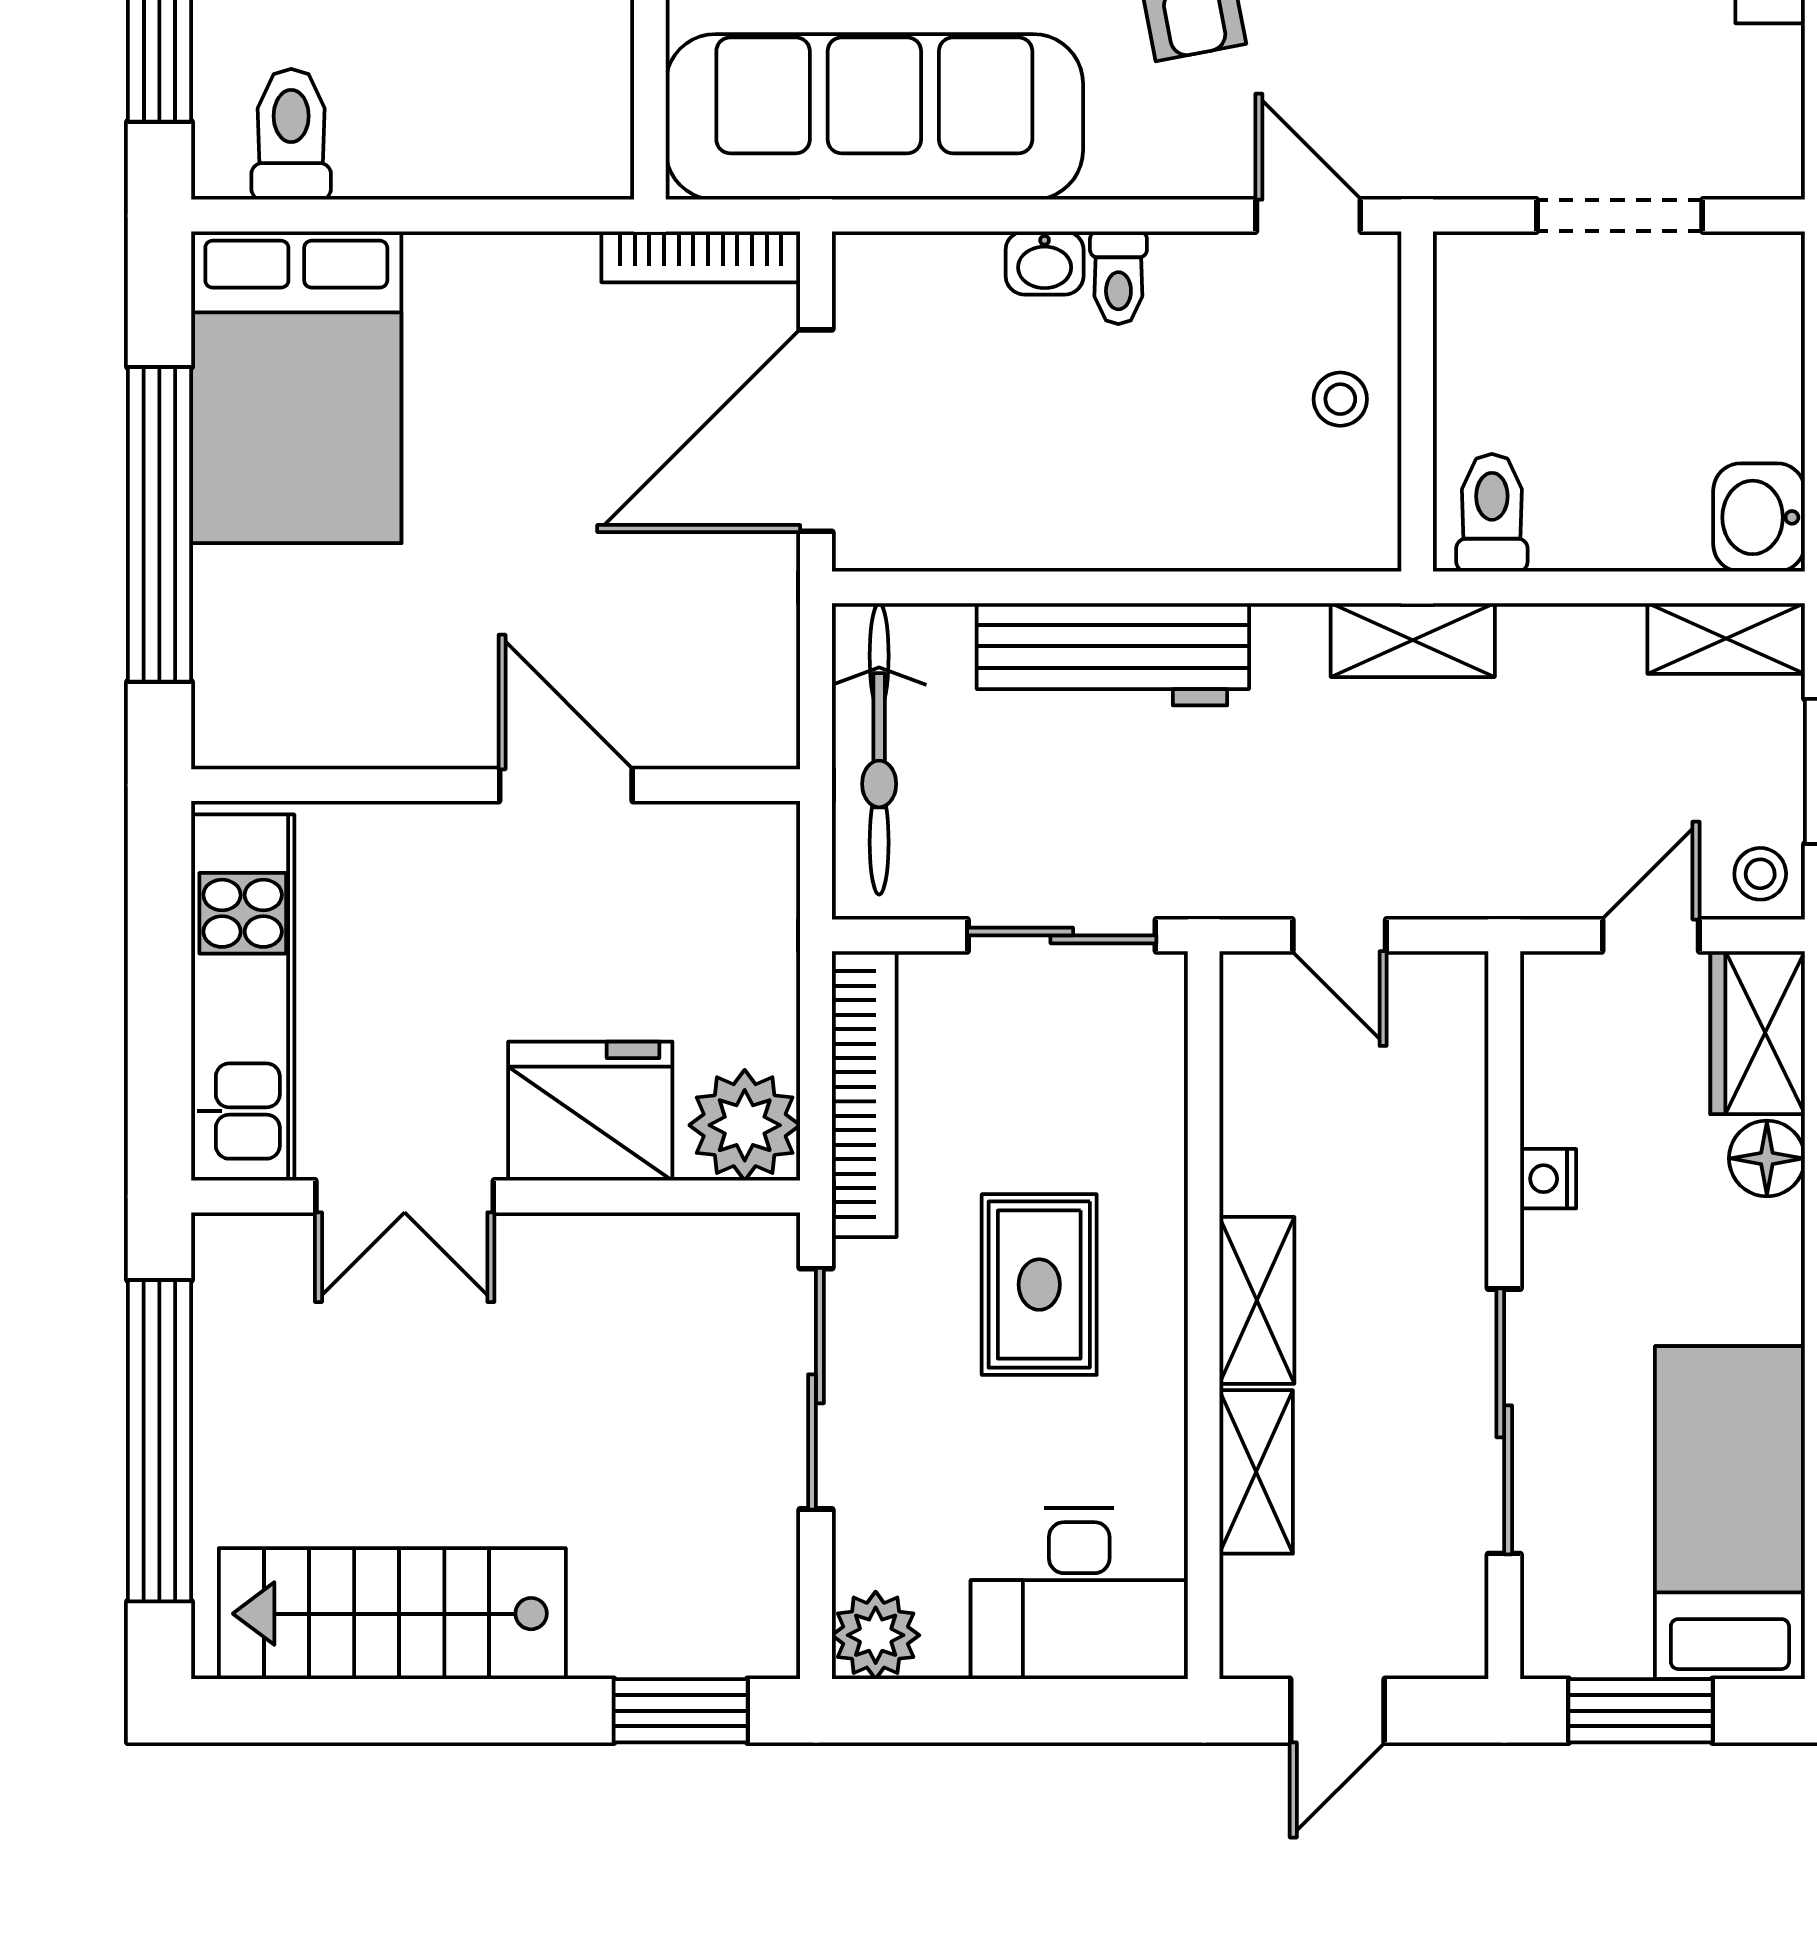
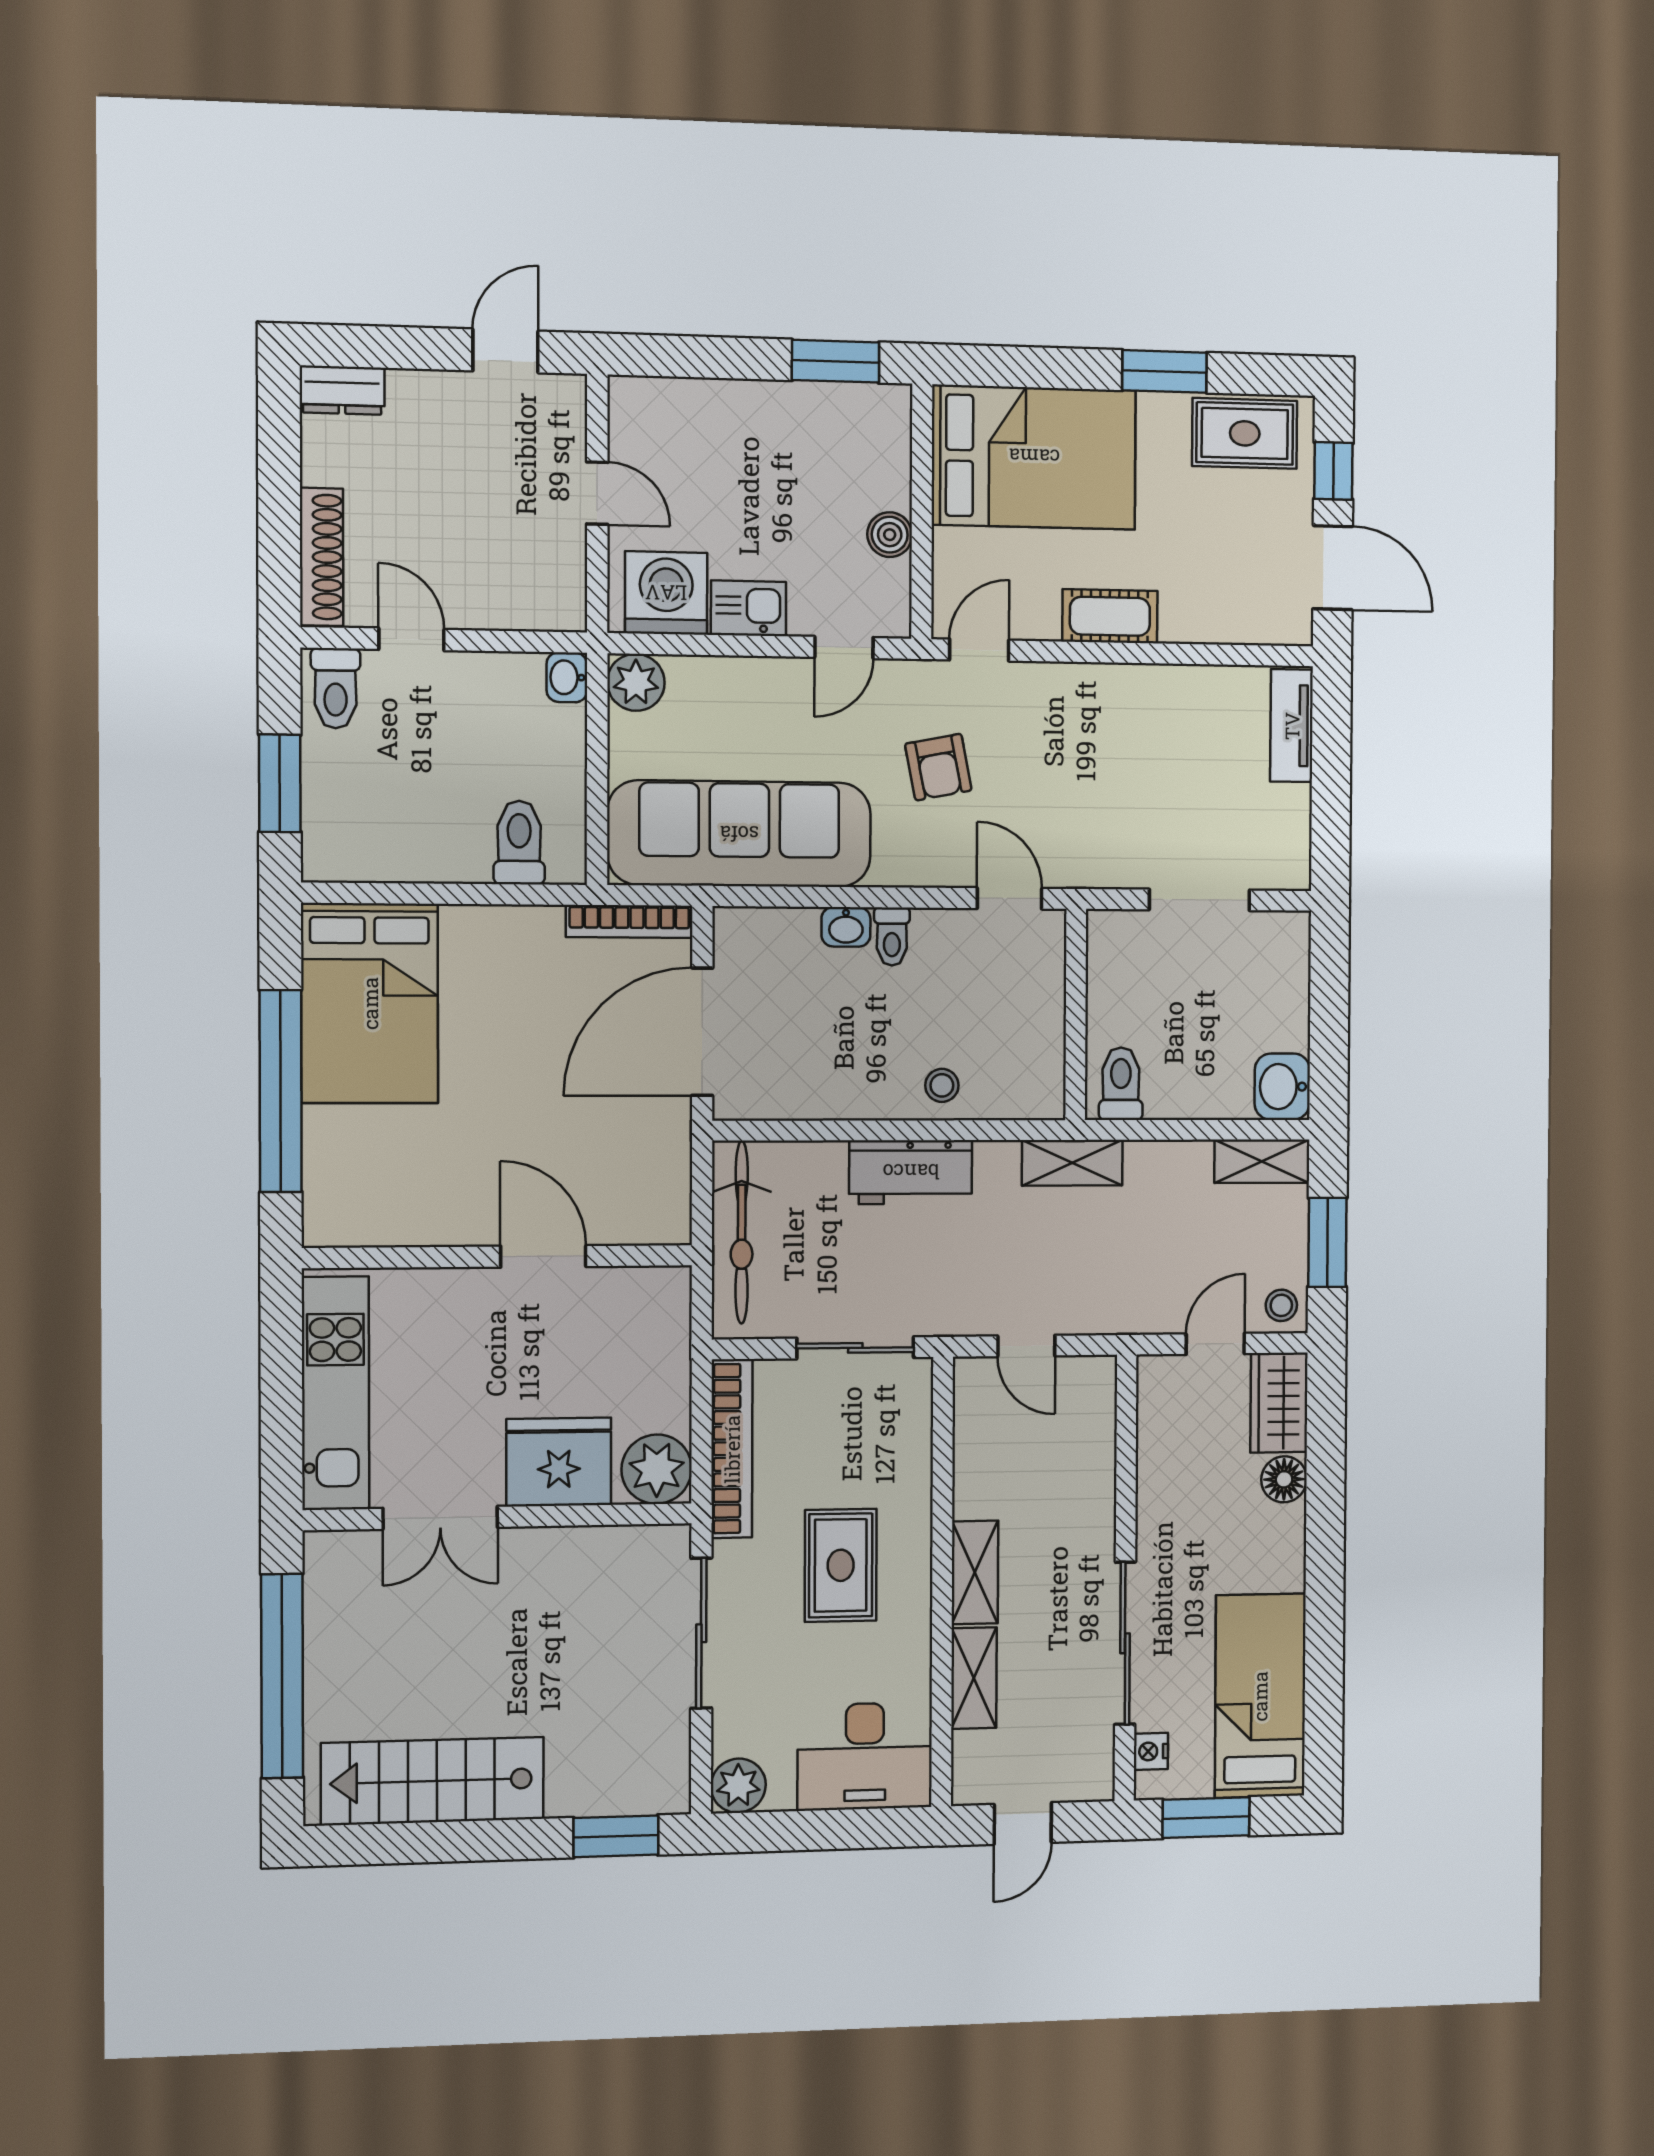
toilet: (291, 134) -> (519, 842), moved
stool: (1340, 399) -> (942, 1085), moved
workbench: (1113, 654) -> (911, 1172), width x0.73
nightstand: (1548, 1179) -> (1151, 1751), moved

